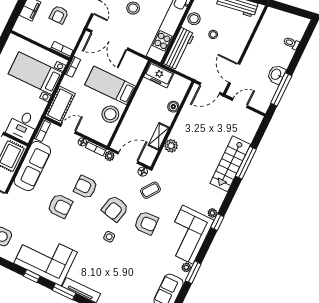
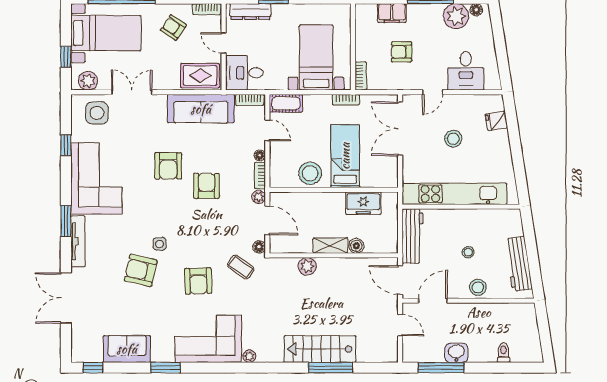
stool: (194, 19) -> (478, 287), moved
workbench: (179, 49) -> (412, 236), moved, turned -90
freezer: (159, 75) -> (363, 203), moved, turned -90
cot: (60, 105) -> (286, 103), width x0.73, depth x0.75
shelving: (159, 136) -> (330, 246), moved
armchair: (115, 209) -> (141, 270), moved
window: (217, 222) -> (241, 368), removed
plant: (186, 267) -> (168, 356), removed
window: (32, 276) -> (66, 145), moved

